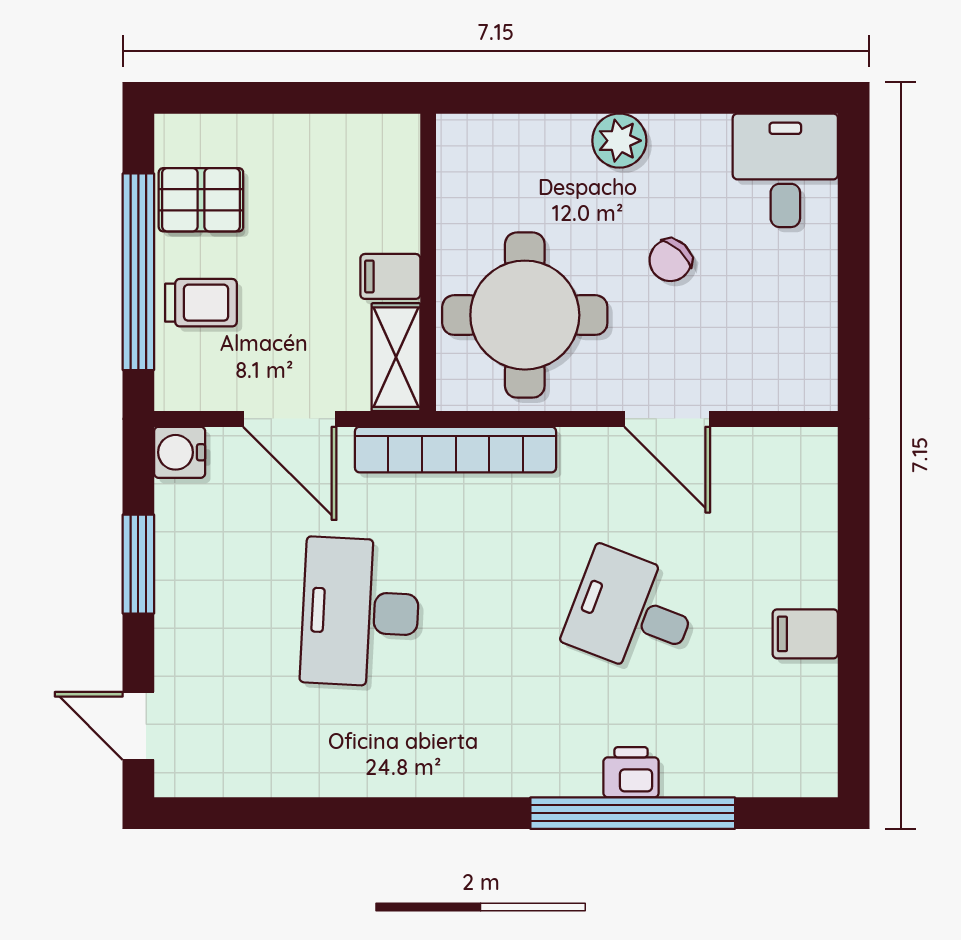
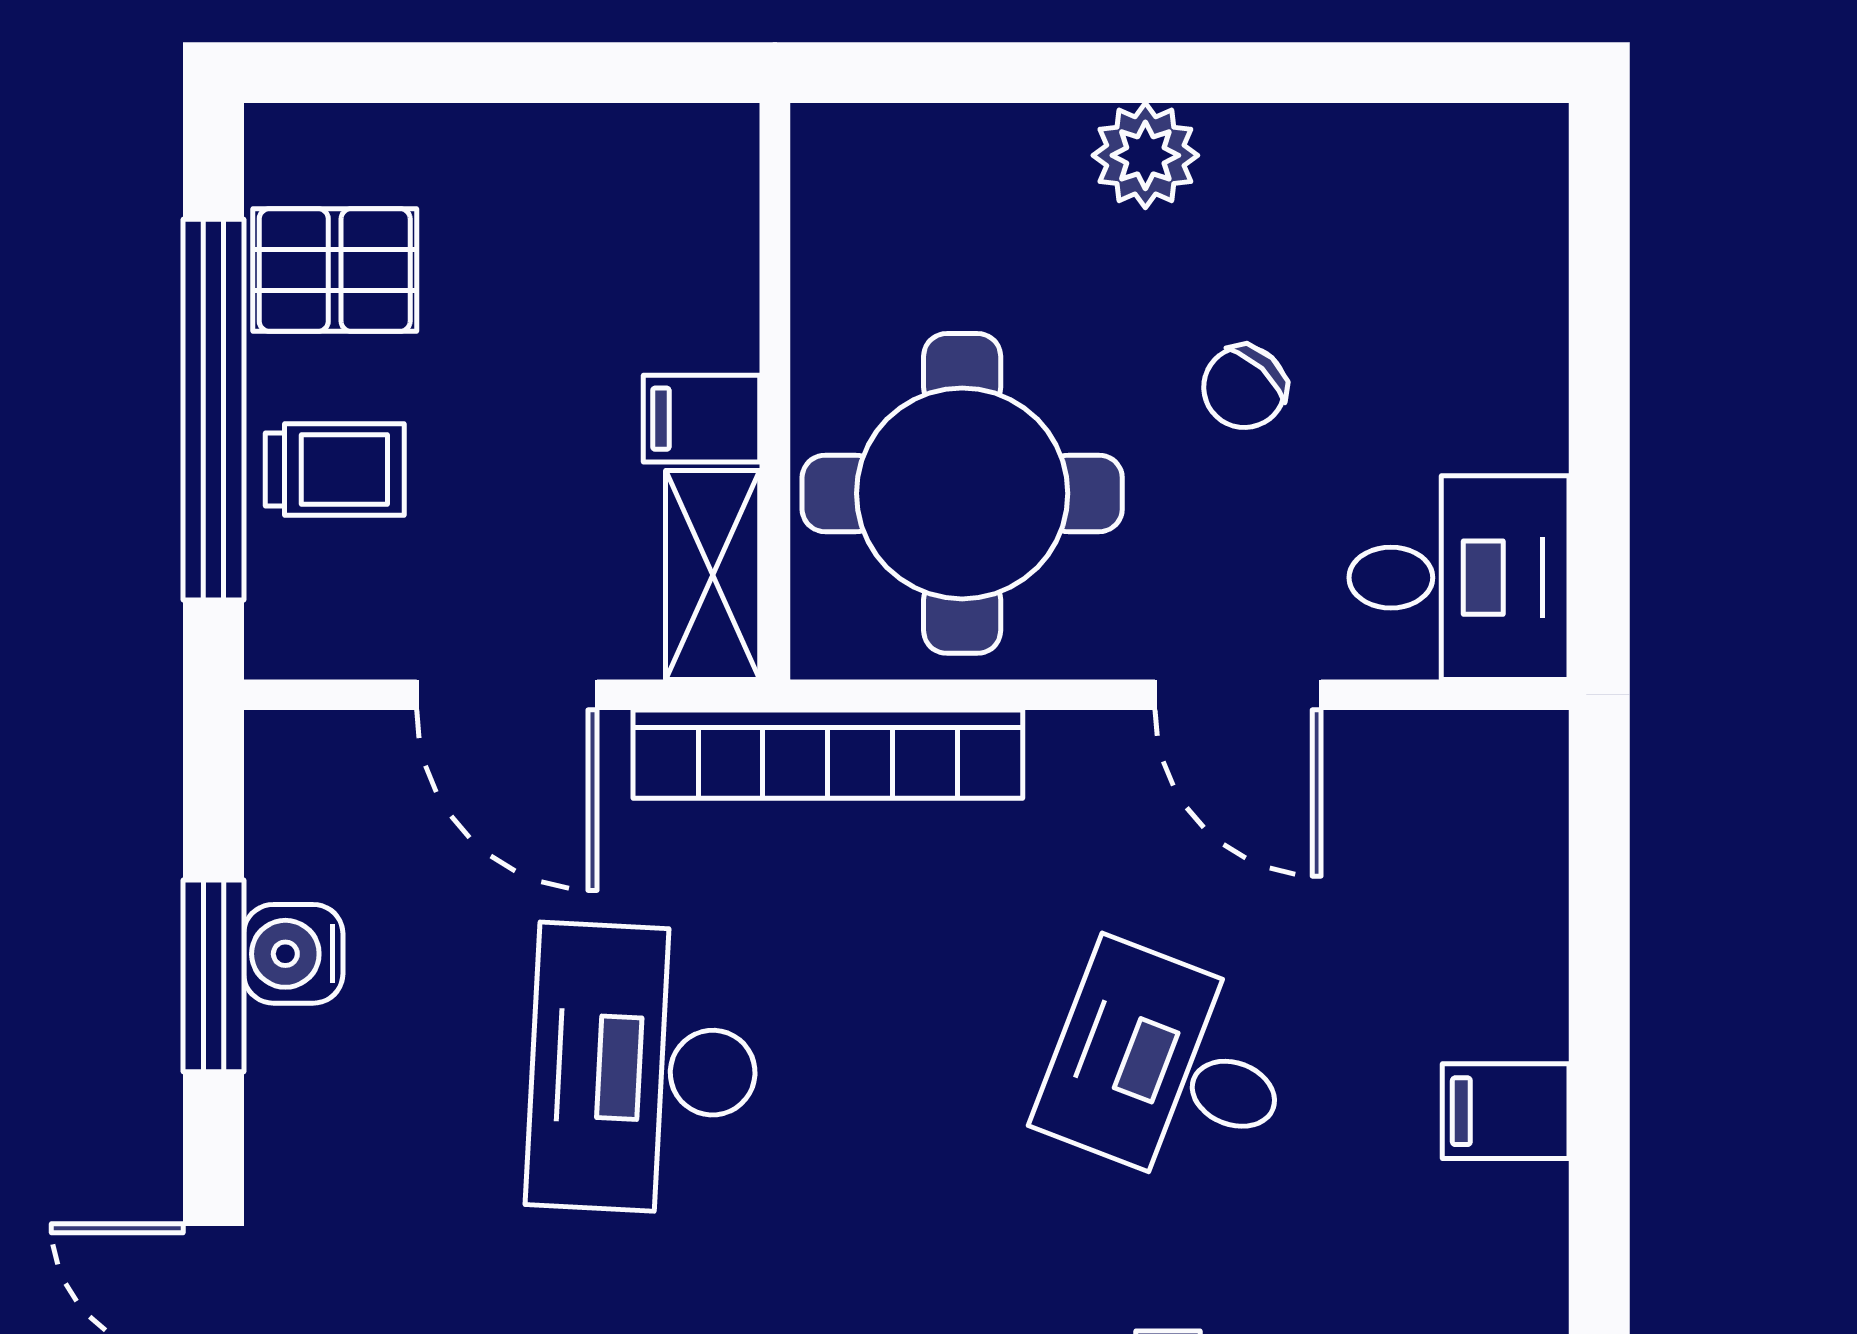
desk: (785, 170) -> (1459, 578), moved, turned 90
water cooler: (180, 452) -> (293, 954), moved

